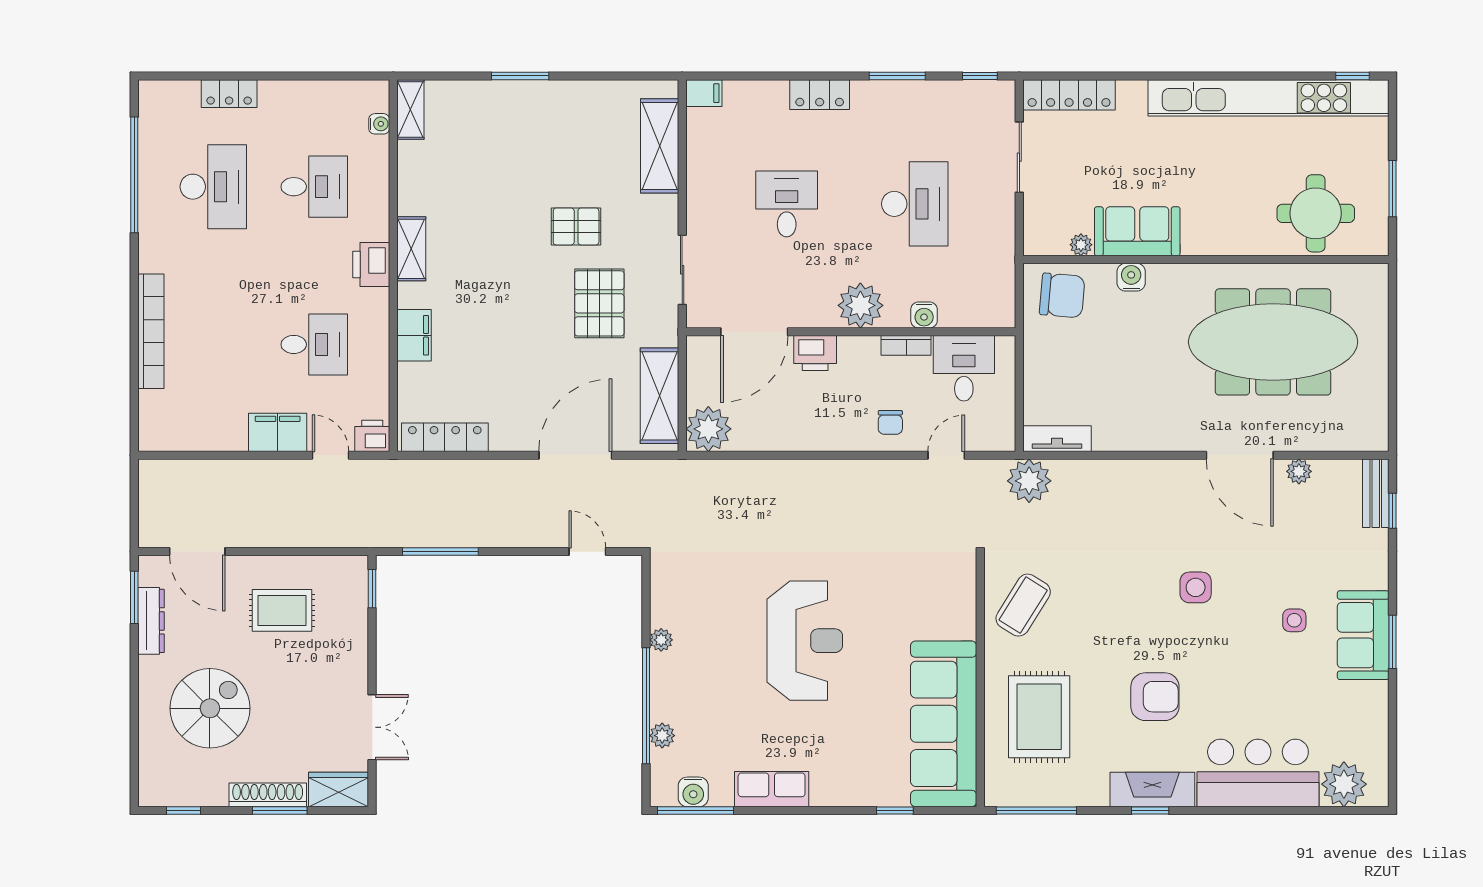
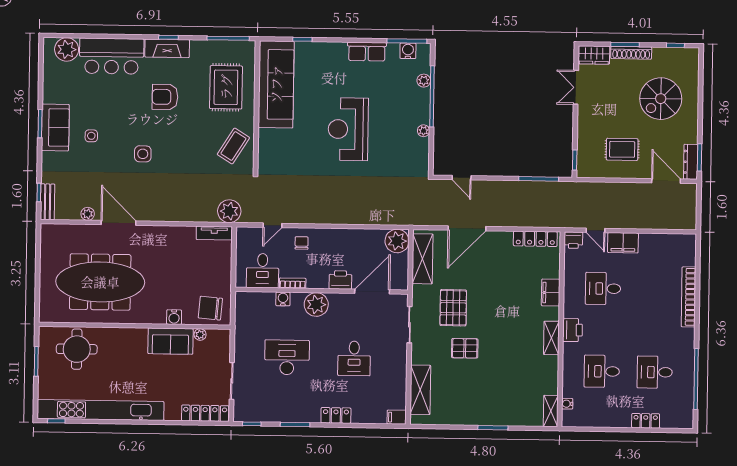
desk: (213, 187) -> (655, 372), width x0.73
desk: (915, 204) -> (287, 357), turned 90
dresser: (151, 621) -> (691, 162), moved

